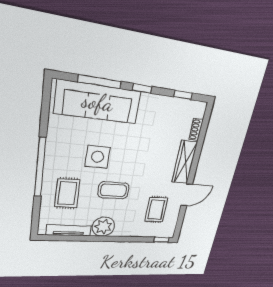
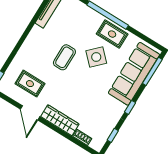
window: (100, 82) -> (152, 71), moved
side table: (98, 157) -> (96, 57), turned 45
rug: (67, 193) -> (112, 34), moved
plant: (103, 227) -> (37, 37), removed

